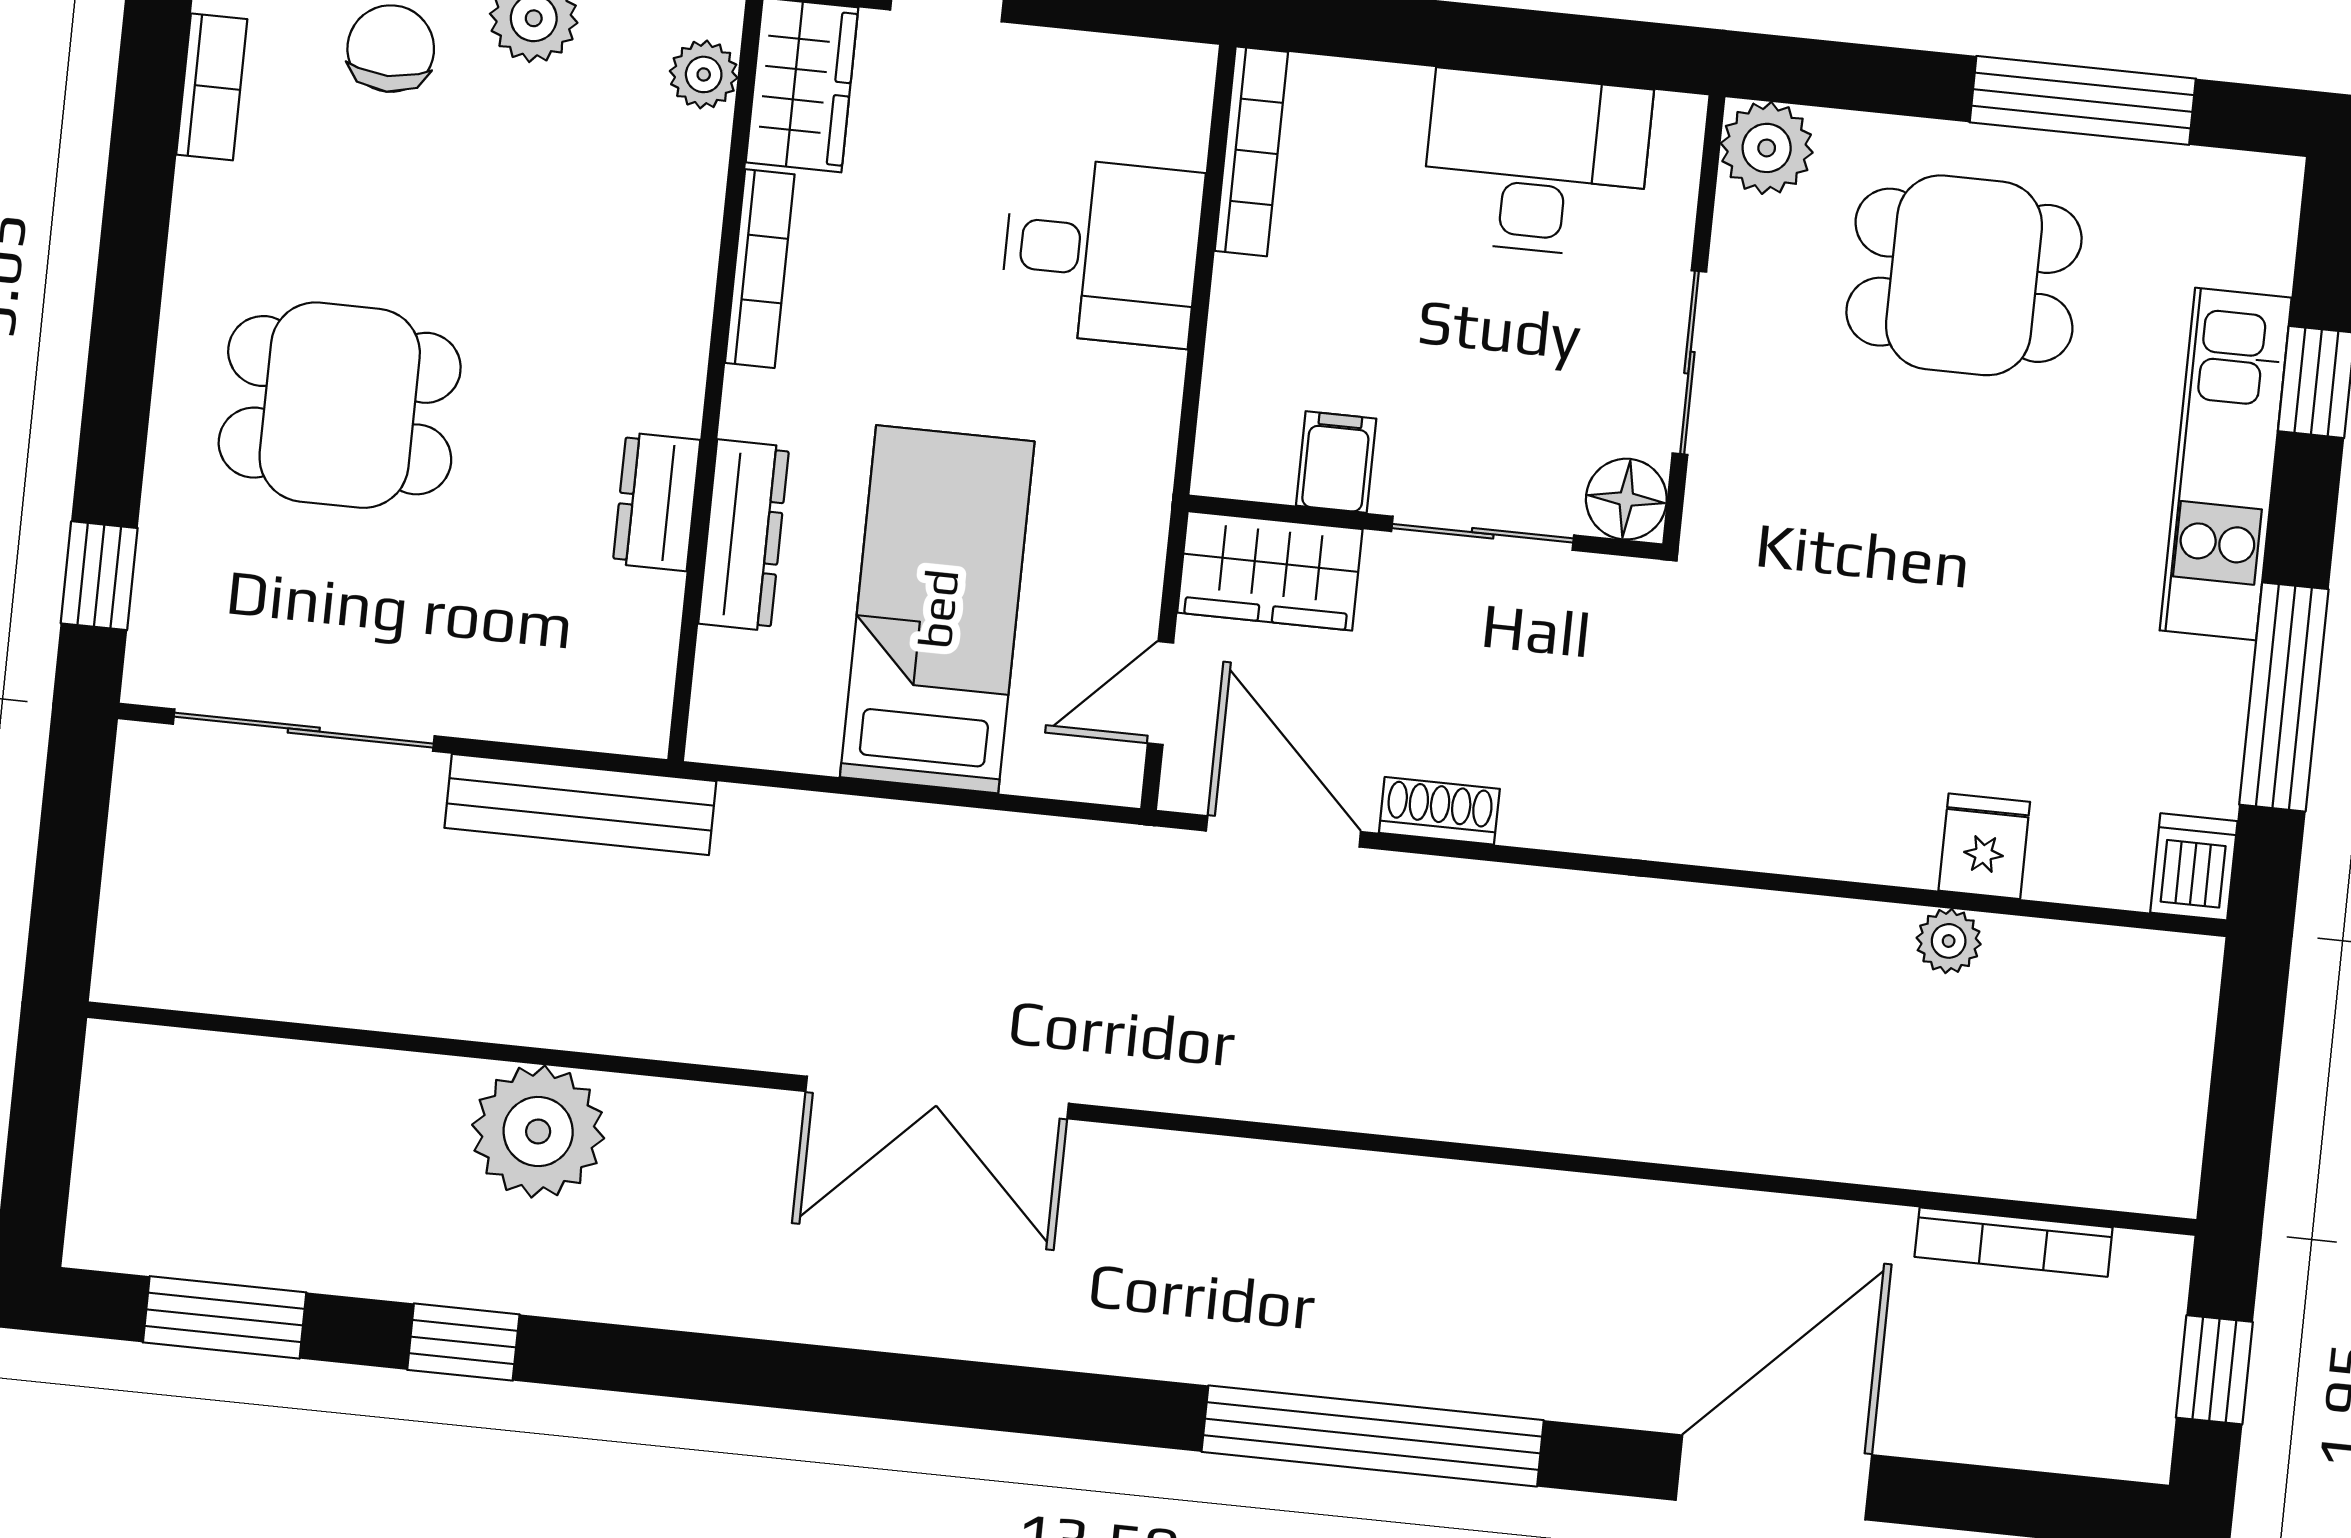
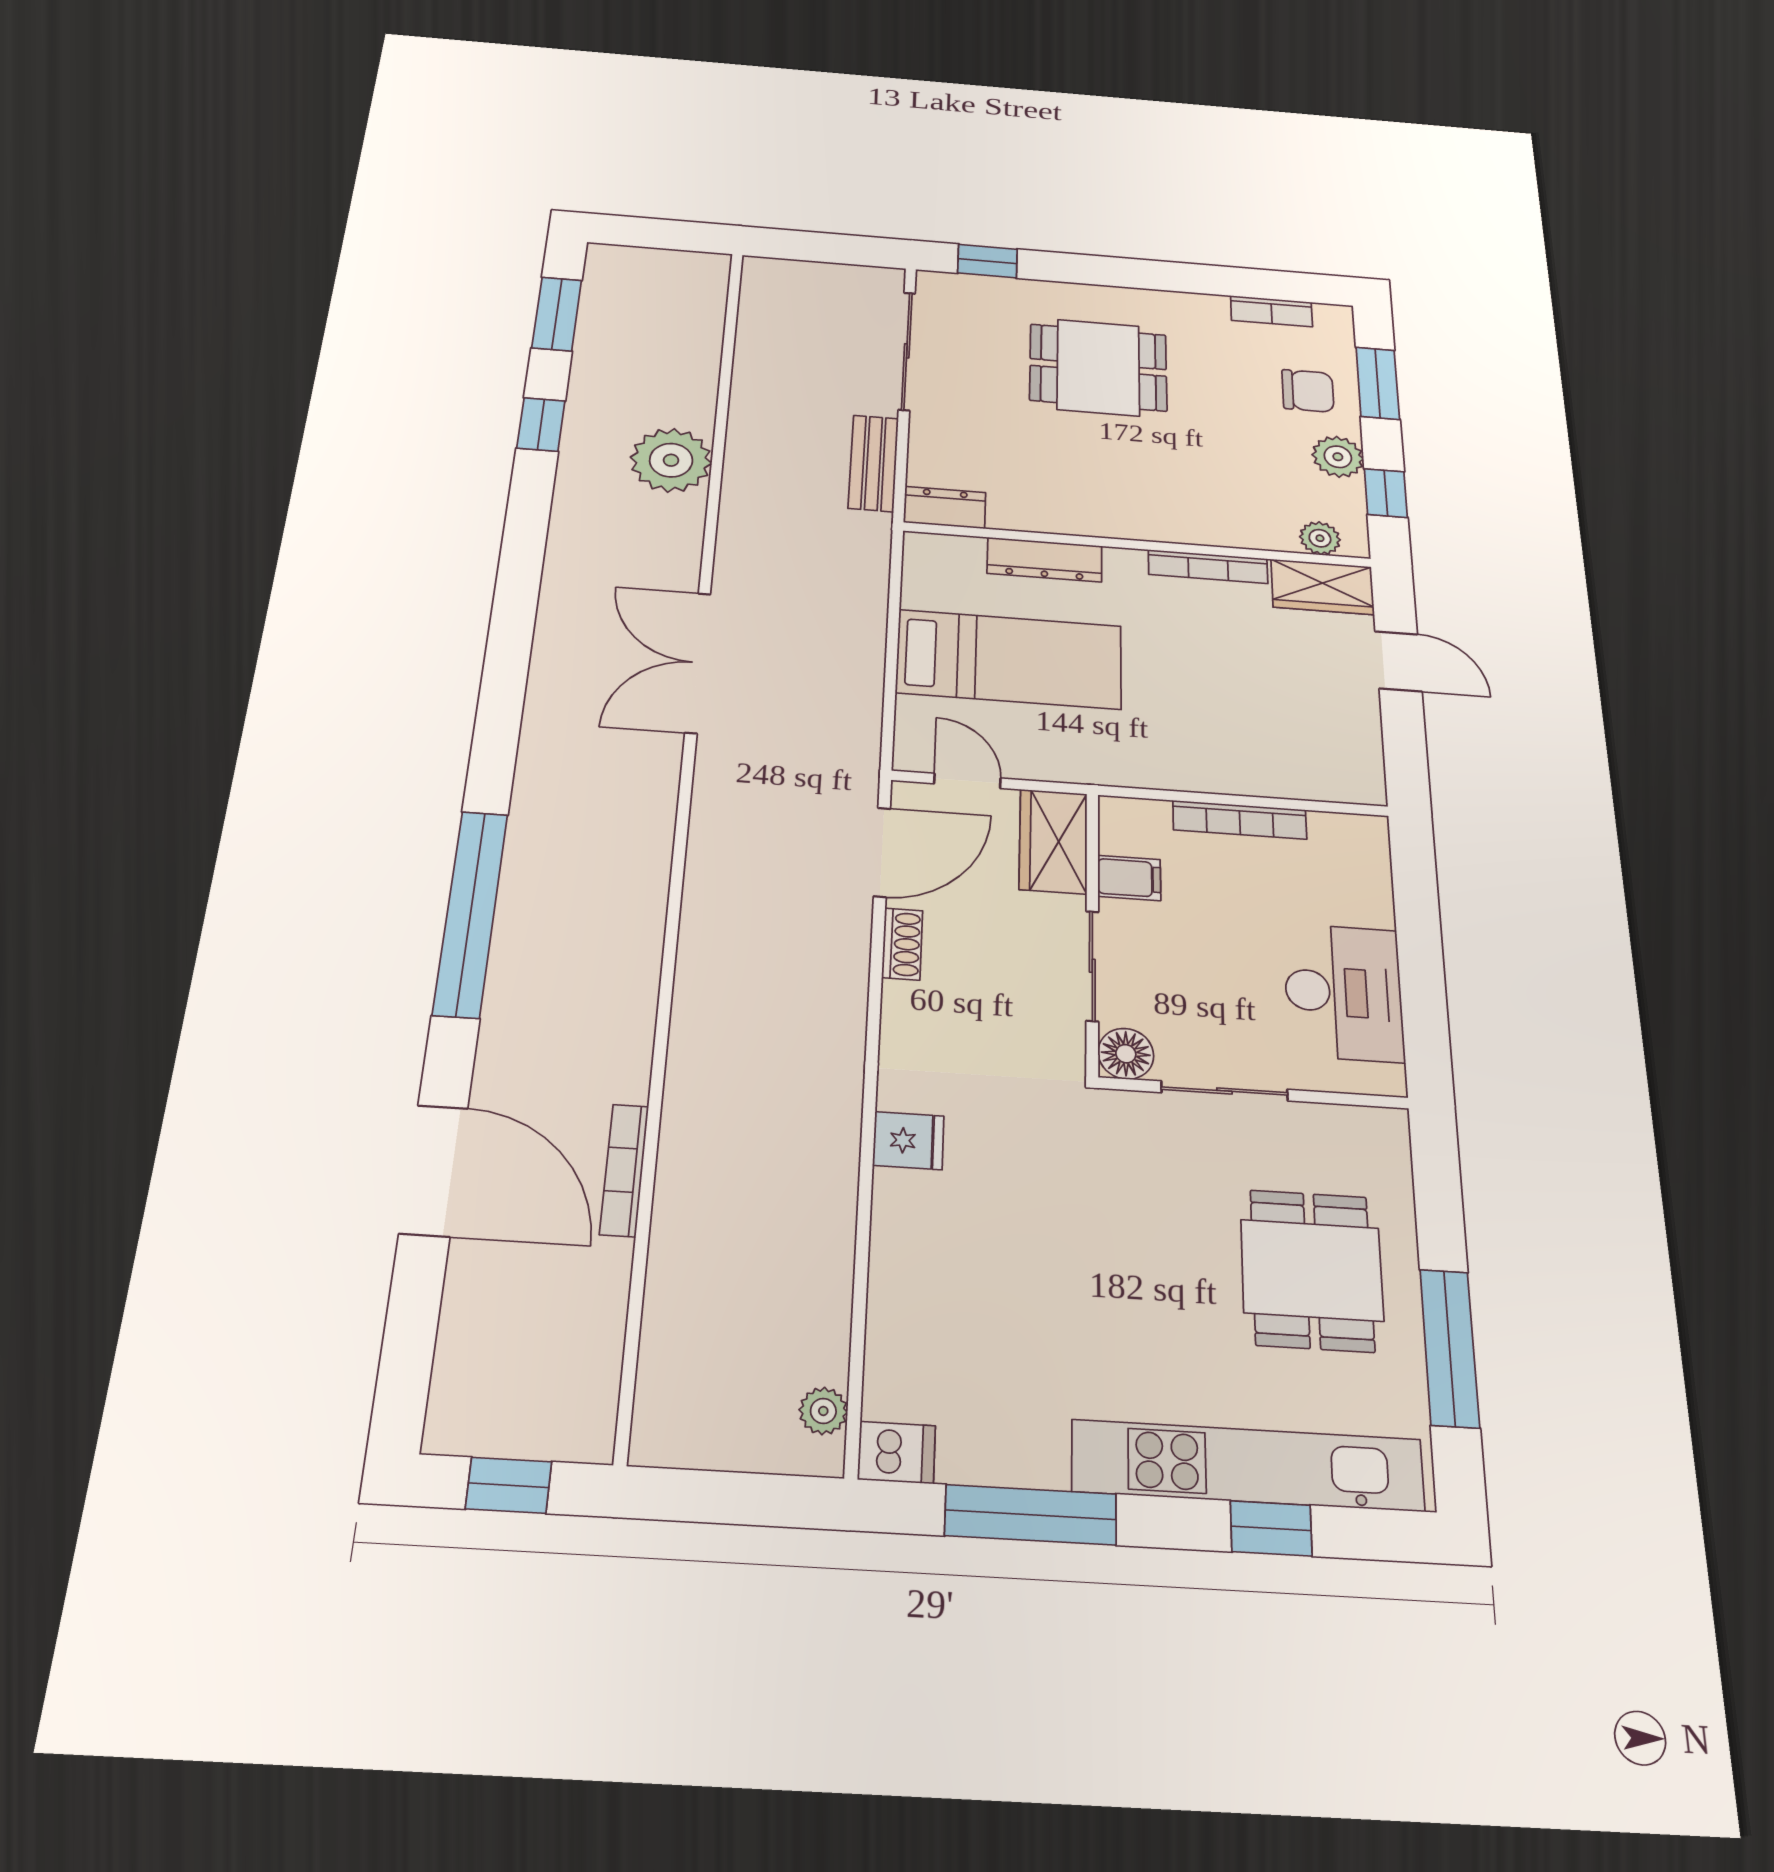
plant: (1767, 148) -> (1379, 1136), removed
bookcase: (1251, 151) -> (1240, 820), moved
desk: (1102, 251) -> (1246, 744), removed
dining table: (340, 405) -> (1098, 367), turned 90
kitchen unit: (2226, 464) -> (1248, 1465), width x1.36
dresser: (656, 502) -> (945, 507), moved
bench: (580, 804) -> (873, 463), width x0.73
fridge: (1984, 846) -> (908, 1141), moved
plant: (1949, 941) -> (823, 1411), moved
bookcase: (2014, 1242) -> (624, 1170), moved

